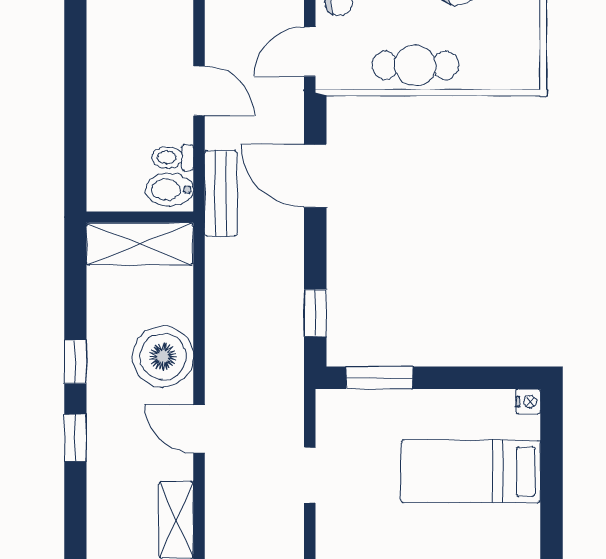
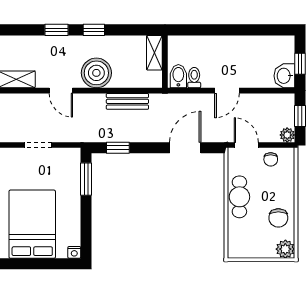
bench: (221, 193) -> (127, 101), moved
shelving: (140, 244) -> (154, 53), width x0.67, depth x0.75
door: (199, 429) -> (61, 91), swing flipped
bed: (471, 472) -> (32, 224), width x1.50

